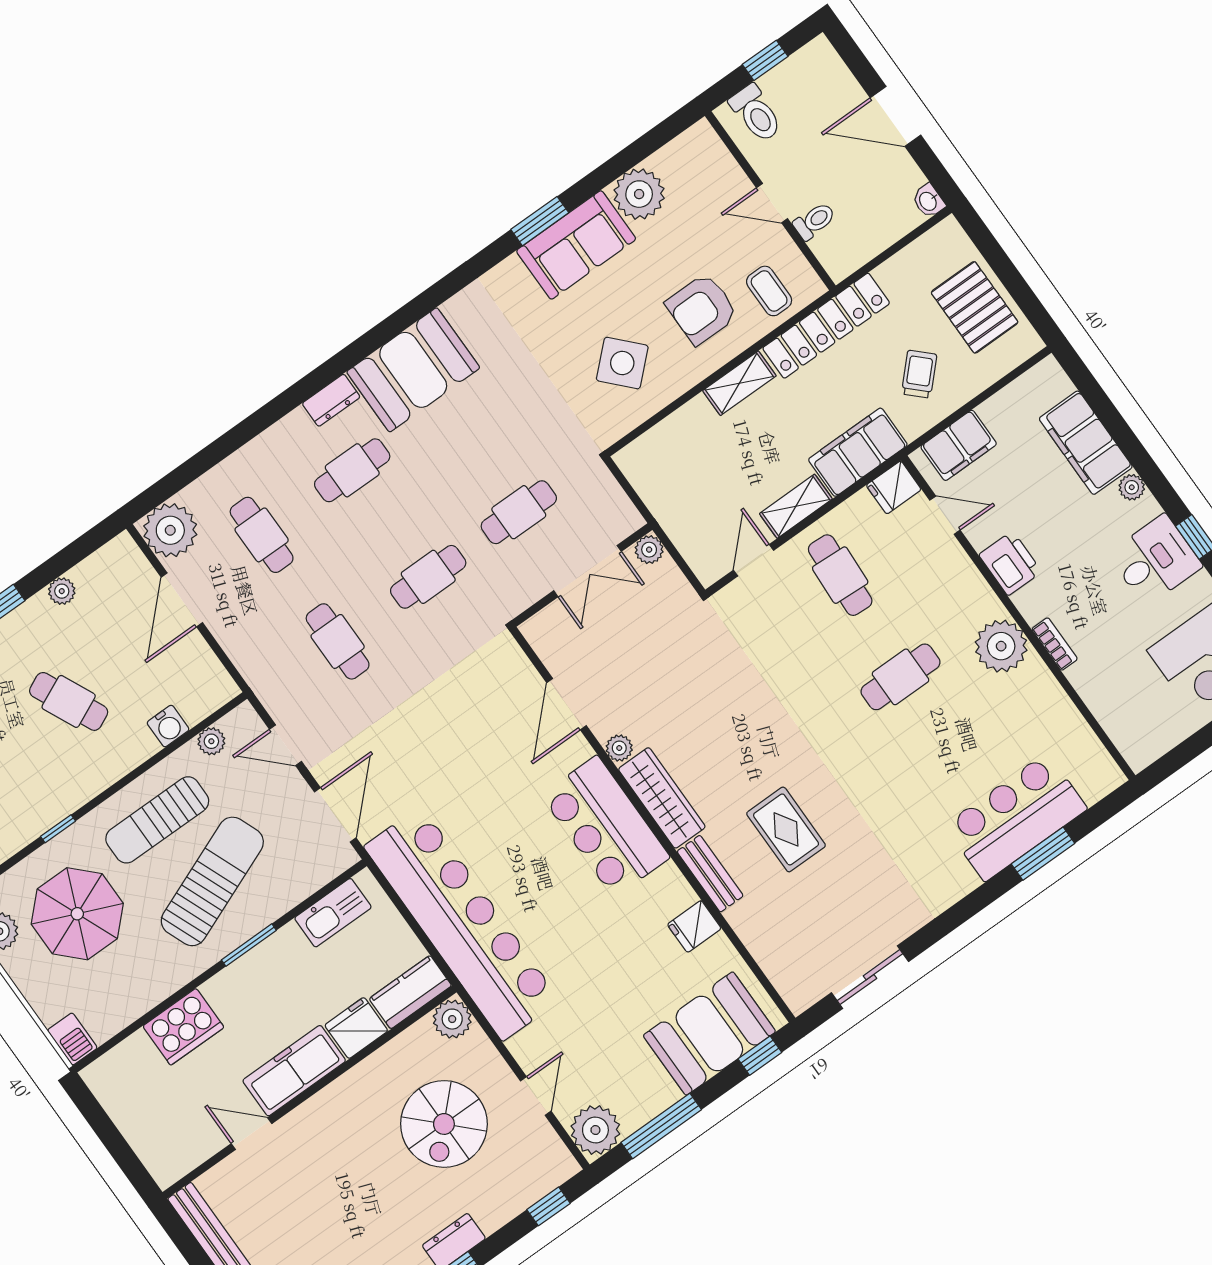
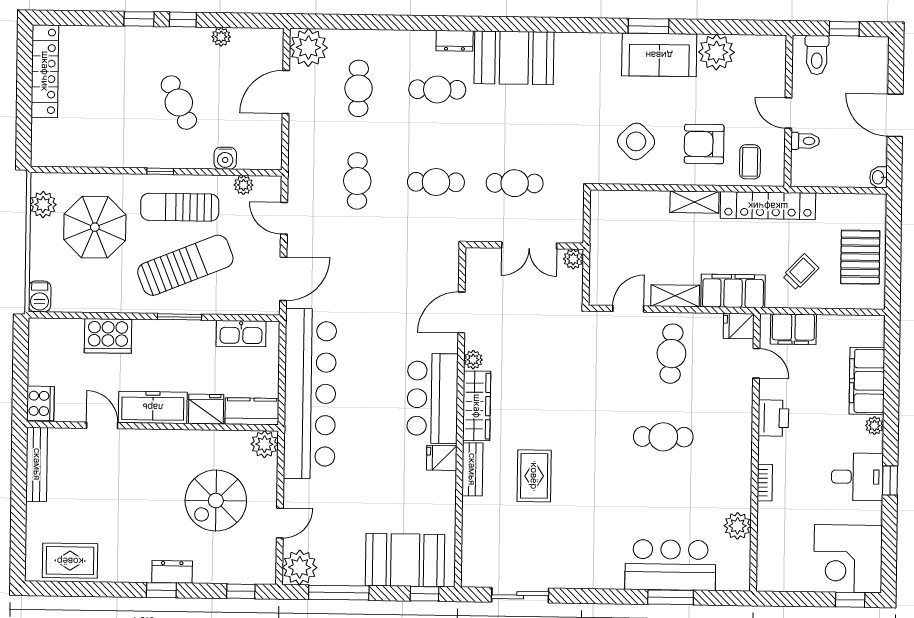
plant: (1001, 646) -> (738, 526), moved, width x0.73, depth x0.73
window: (58, 829) -> (160, 171), moved
fridge: (694, 926) -> (442, 458), moved
cooker: (163, 1160) -> (40, 403), added

